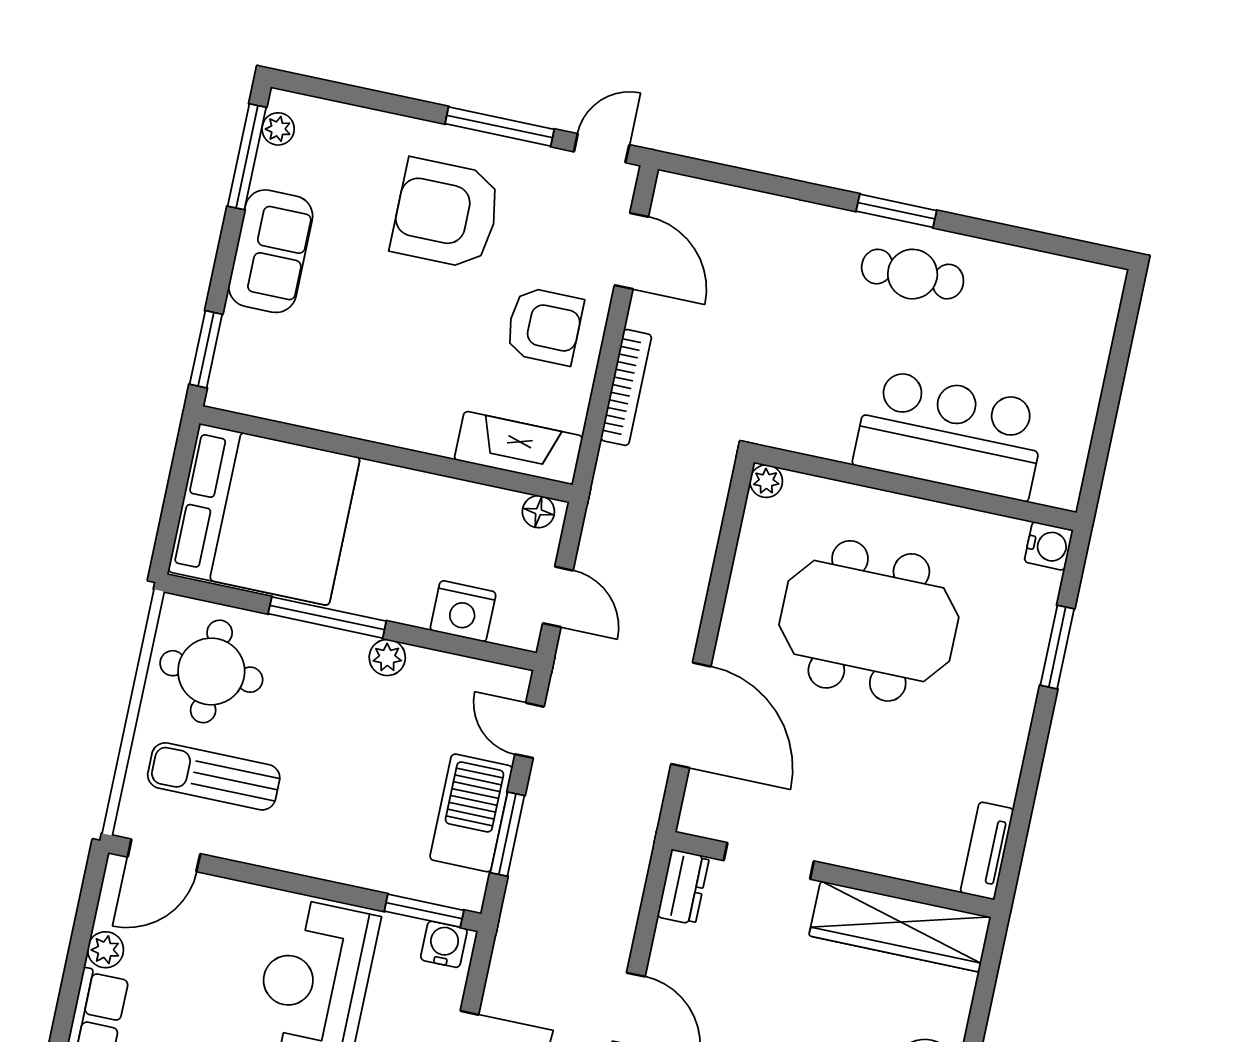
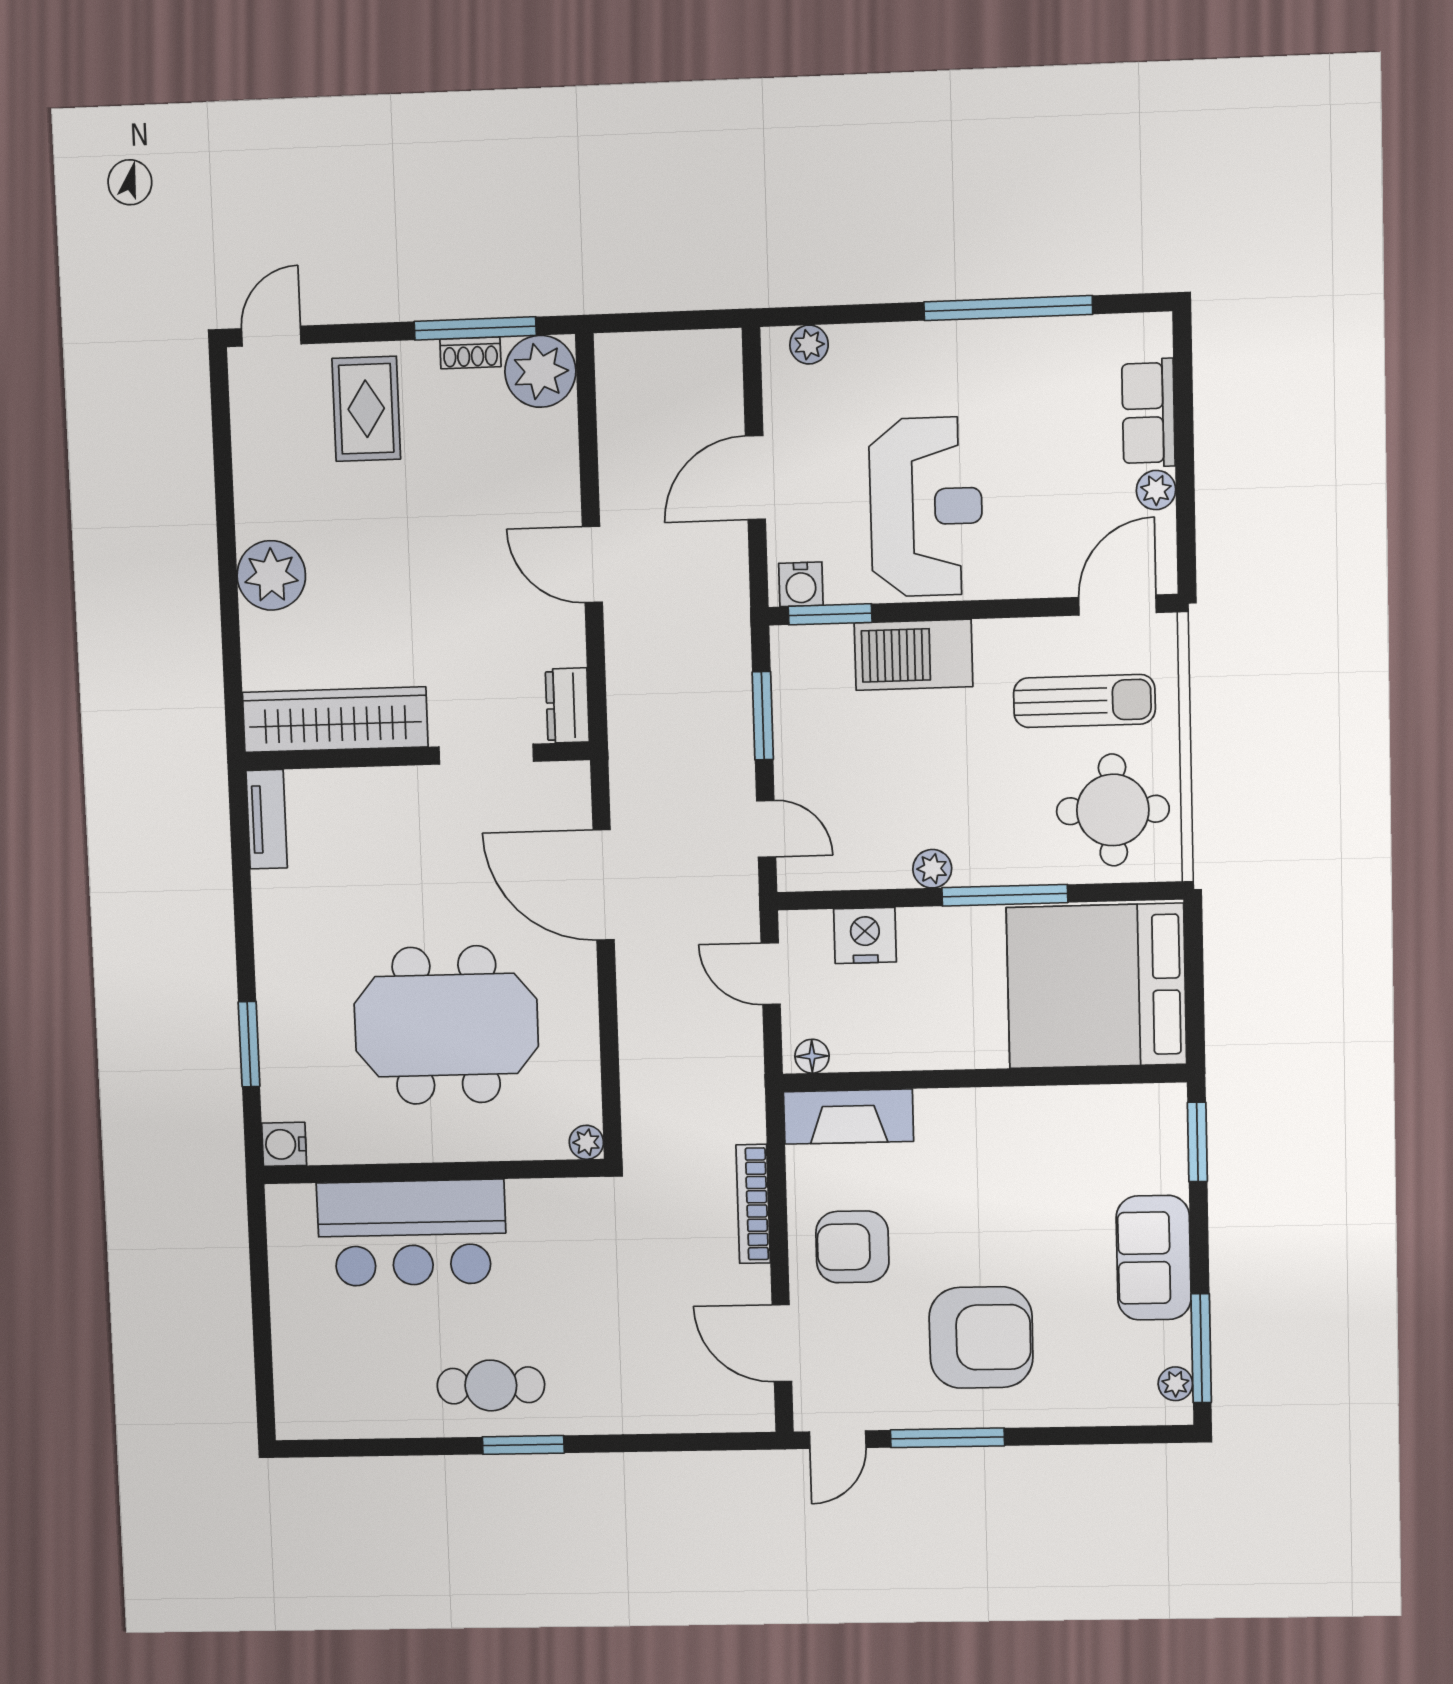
barbecue: (471, 813) -> (913, 655), moved, turned 90

